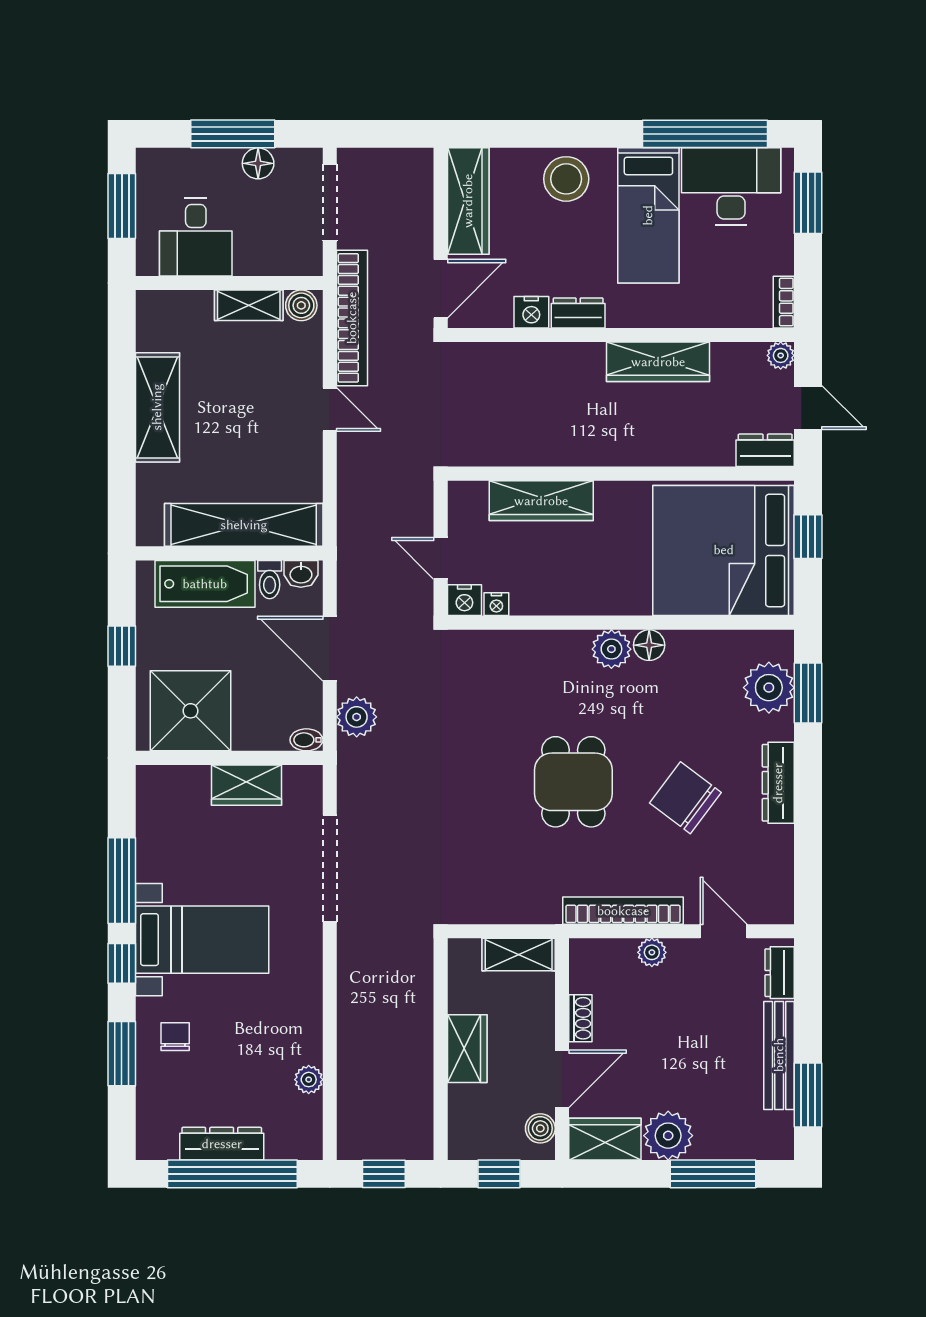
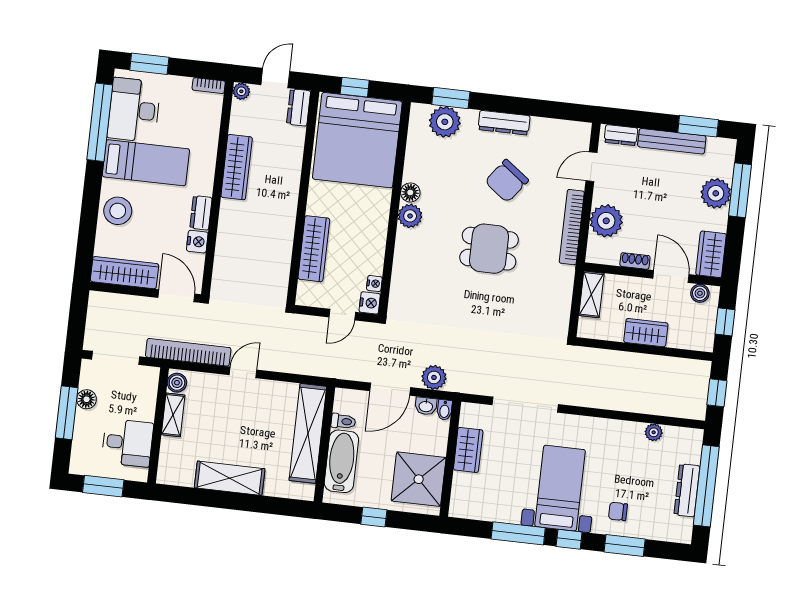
washbasin: (301, 574) -> (426, 406), moved, turned 90
plant: (652, 952) -> (606, 221), width x1.87, depth x1.87
plant: (668, 1136) -> (716, 193), moved

